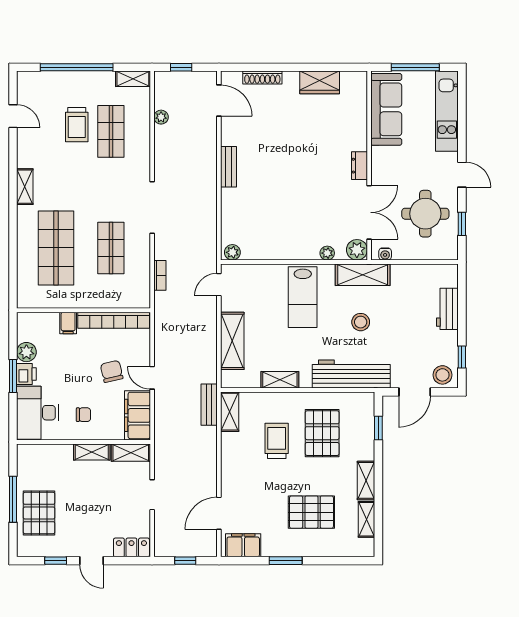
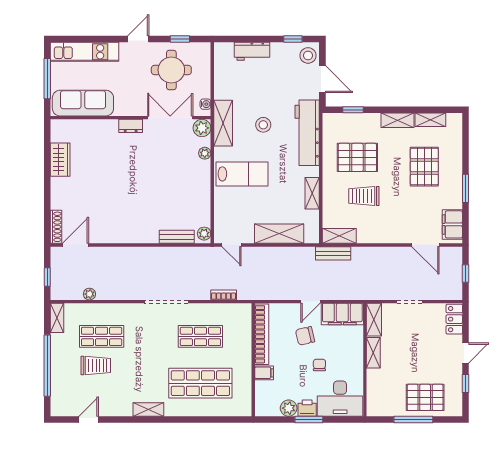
shoe rack: (262, 78) -> (56, 227), moved
bench: (229, 167) -> (177, 237), moved
chair: (83, 415) -> (319, 365), moved

